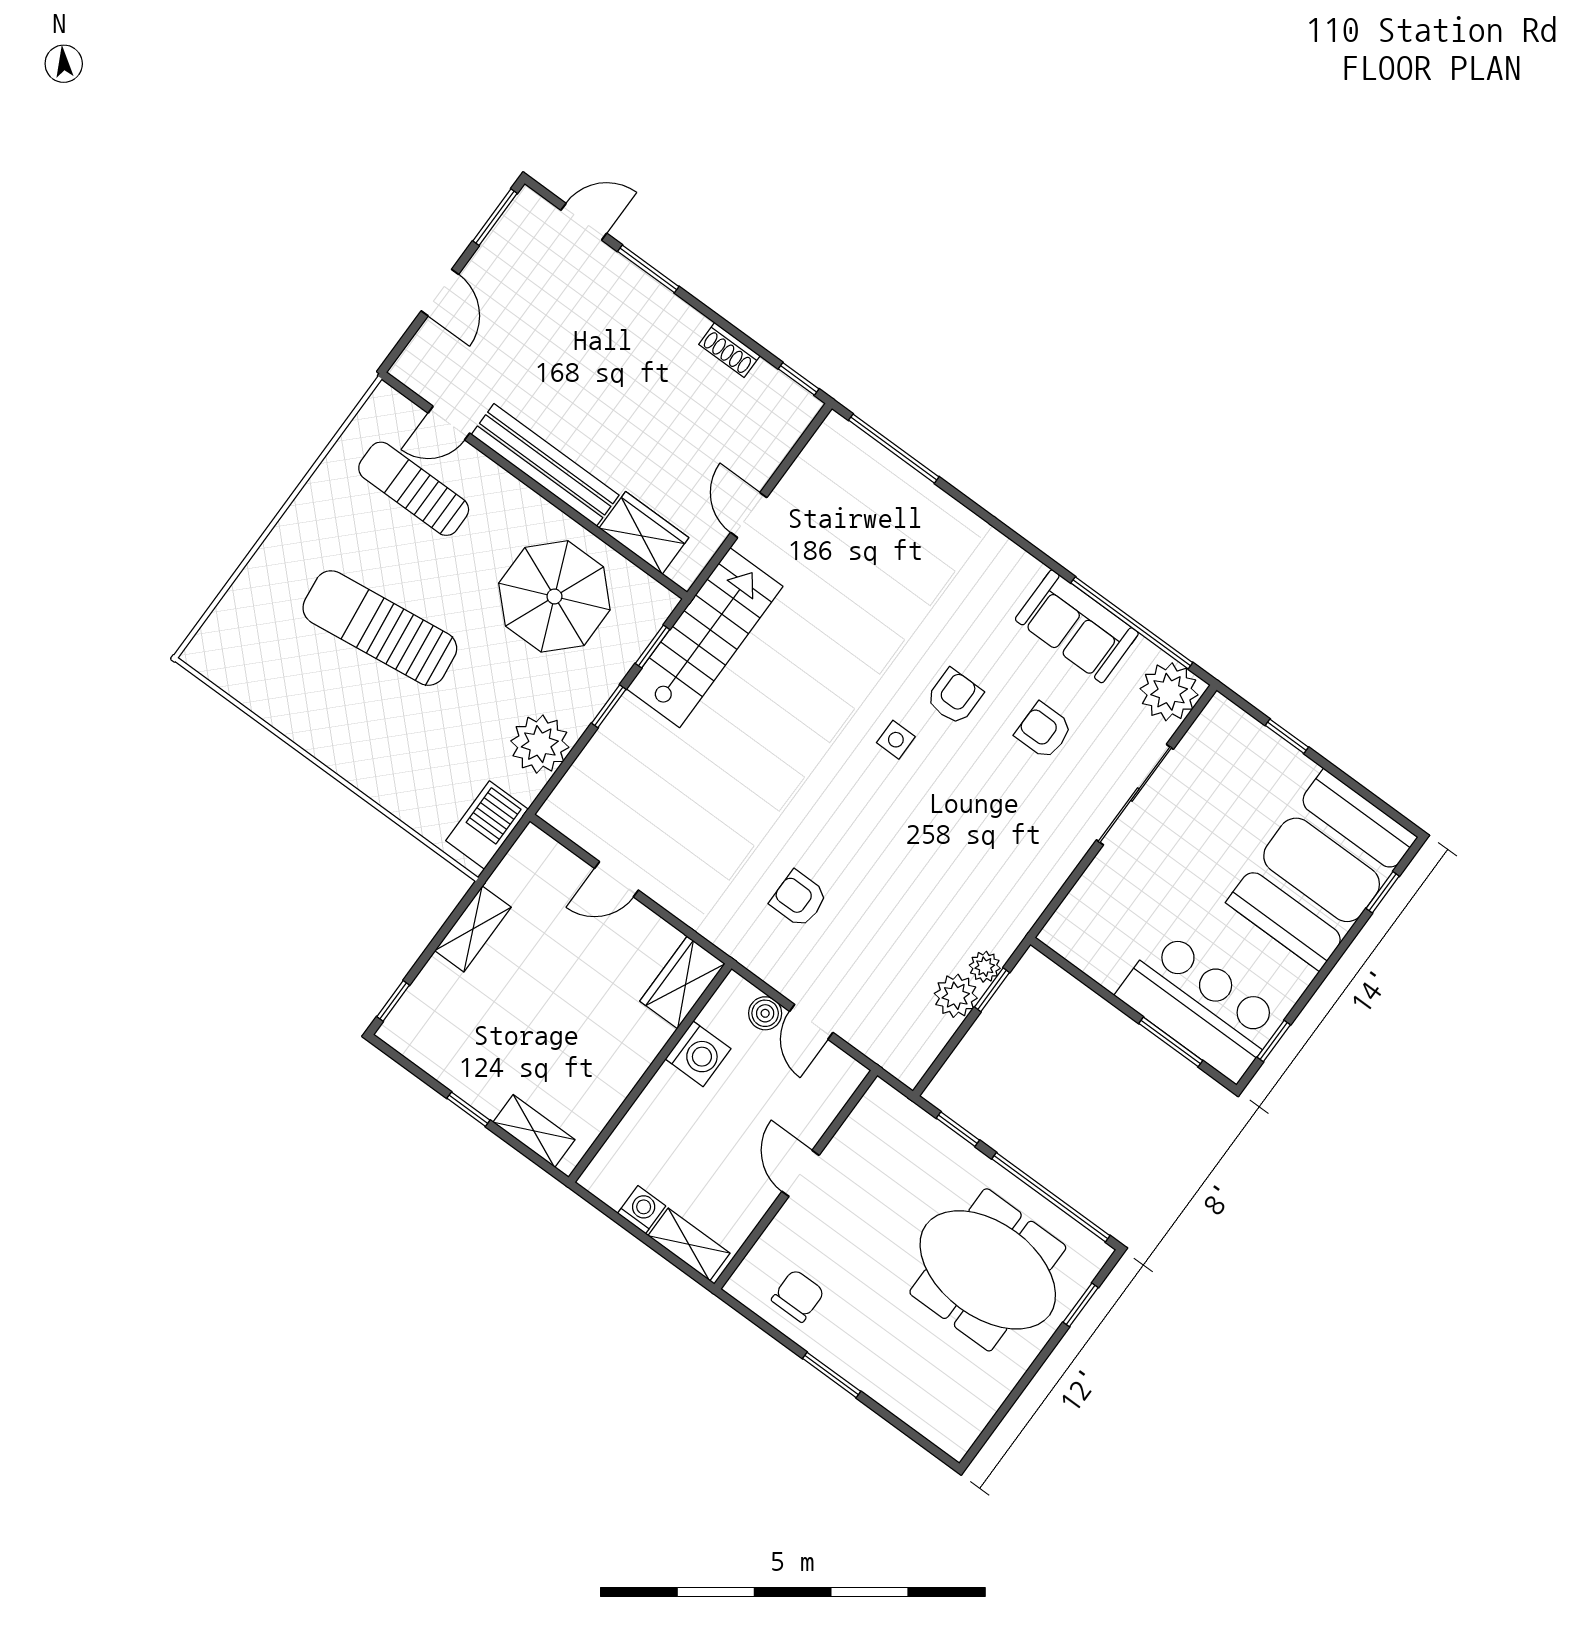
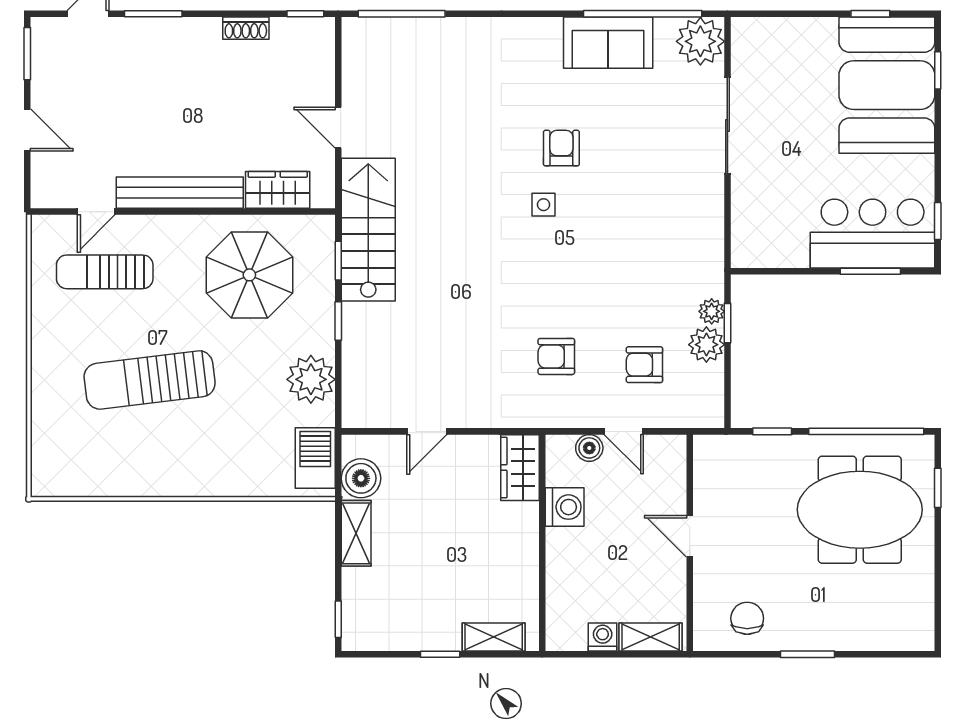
armchair: (1044, 731) -> (644, 365), moved
window: (1287, 736) -> (870, 14), moved
boiler: (518, 878) -> (361, 478), added

